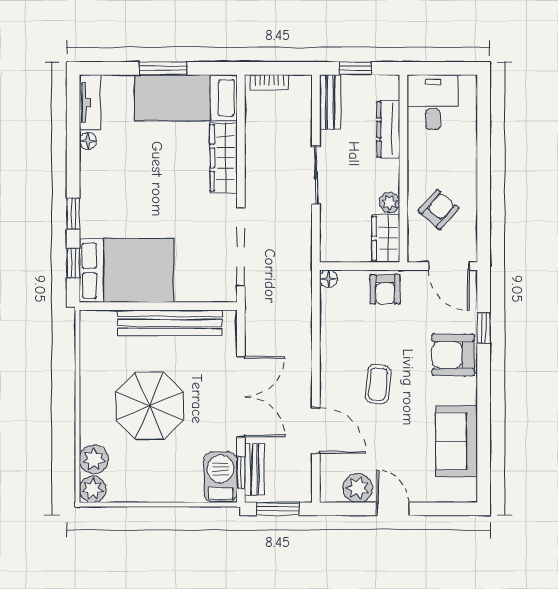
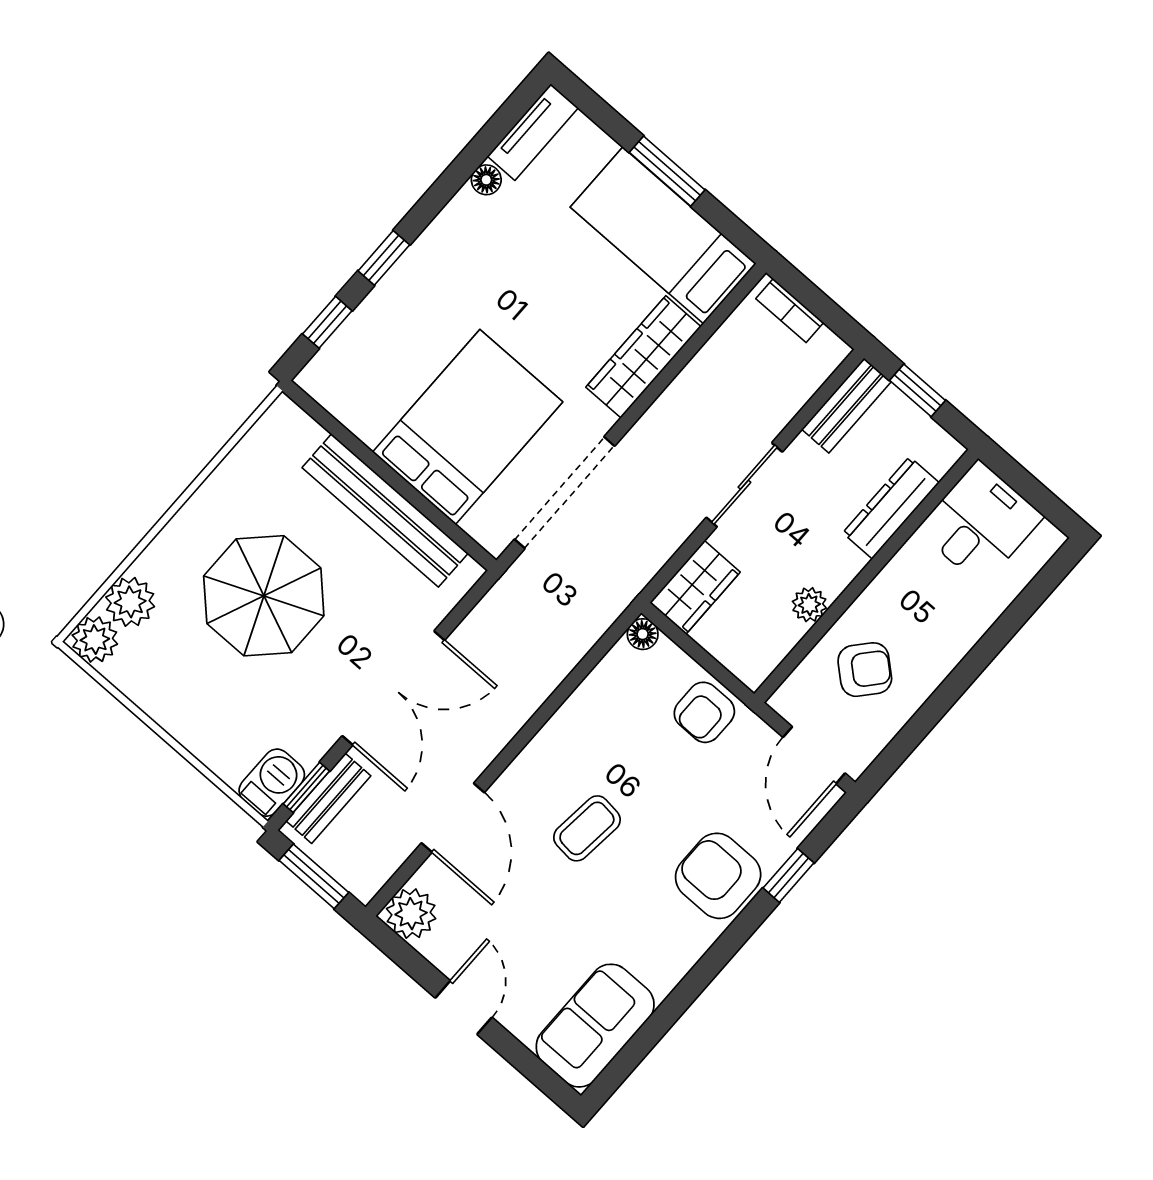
wardrobe: (386, 238) -> (695, 587), moved, turned 180
bed: (126, 271) -> (468, 427), moved, turned -90
sofa: (457, 441) -> (595, 1026), moved
barbecue: (220, 477) -> (272, 783), width x0.73, depth x0.79
plant: (358, 488) -> (411, 914), moved

